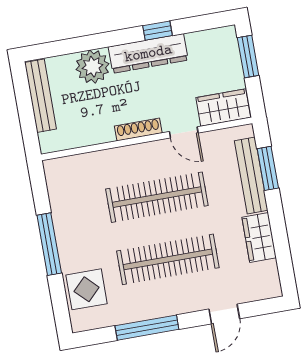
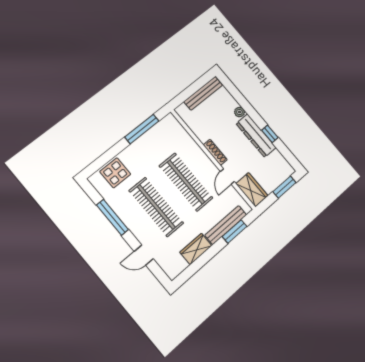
plant: (93, 67) -> (239, 112), width x0.53, depth x0.53
window: (49, 244) -> (142, 129), moved

